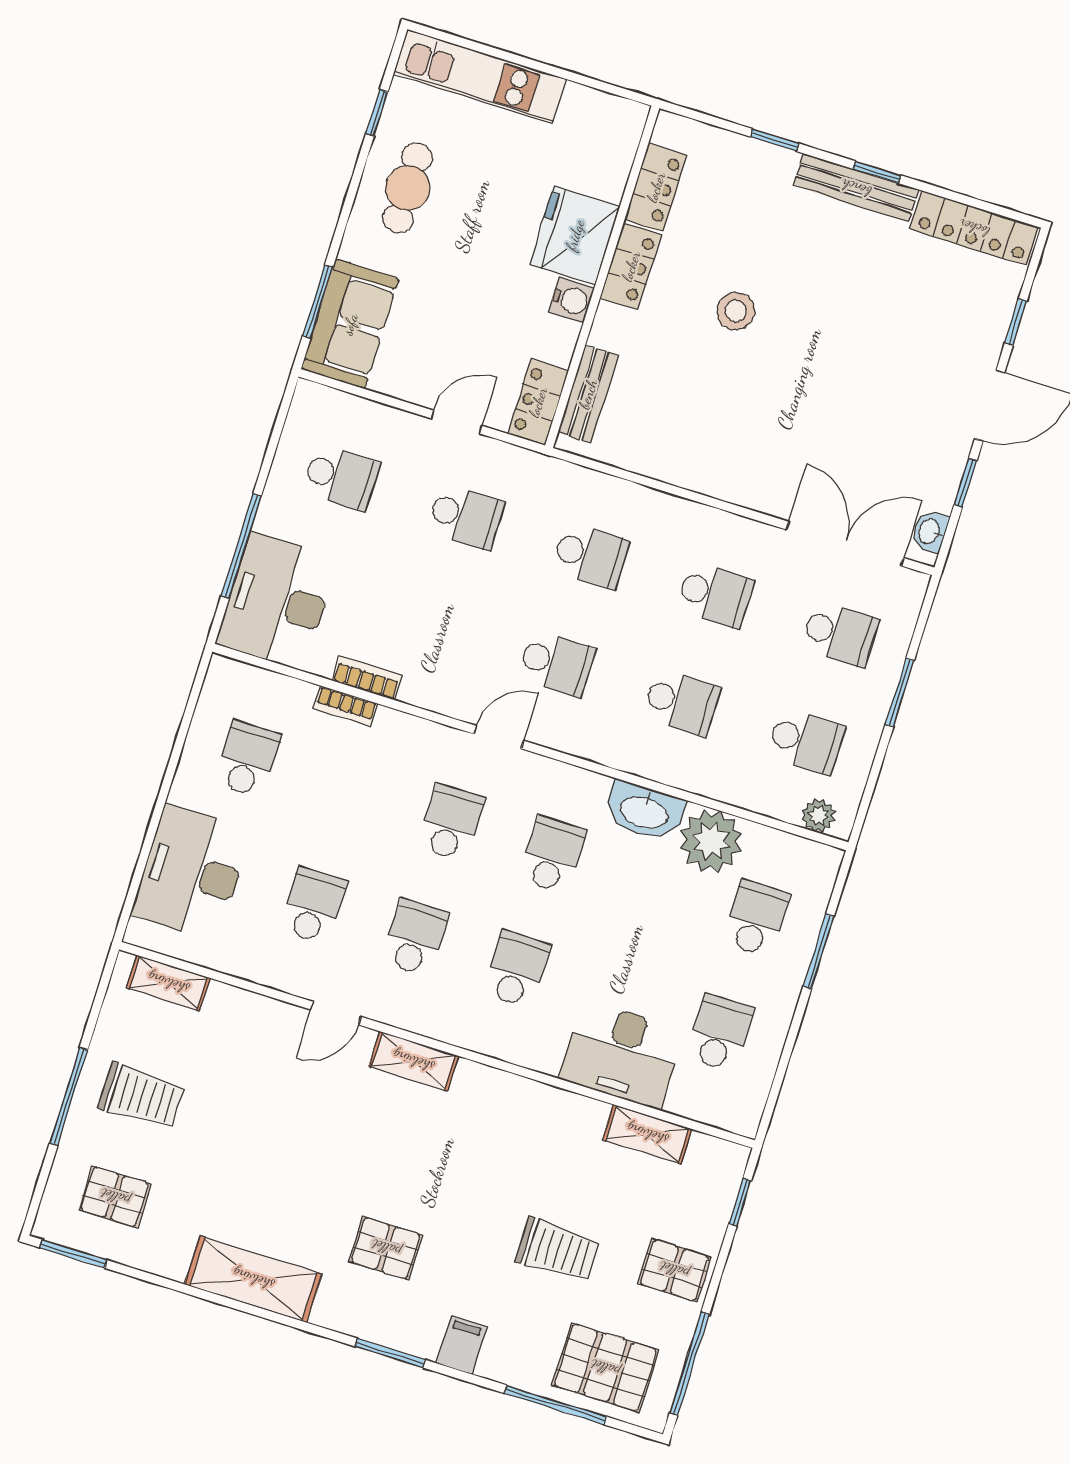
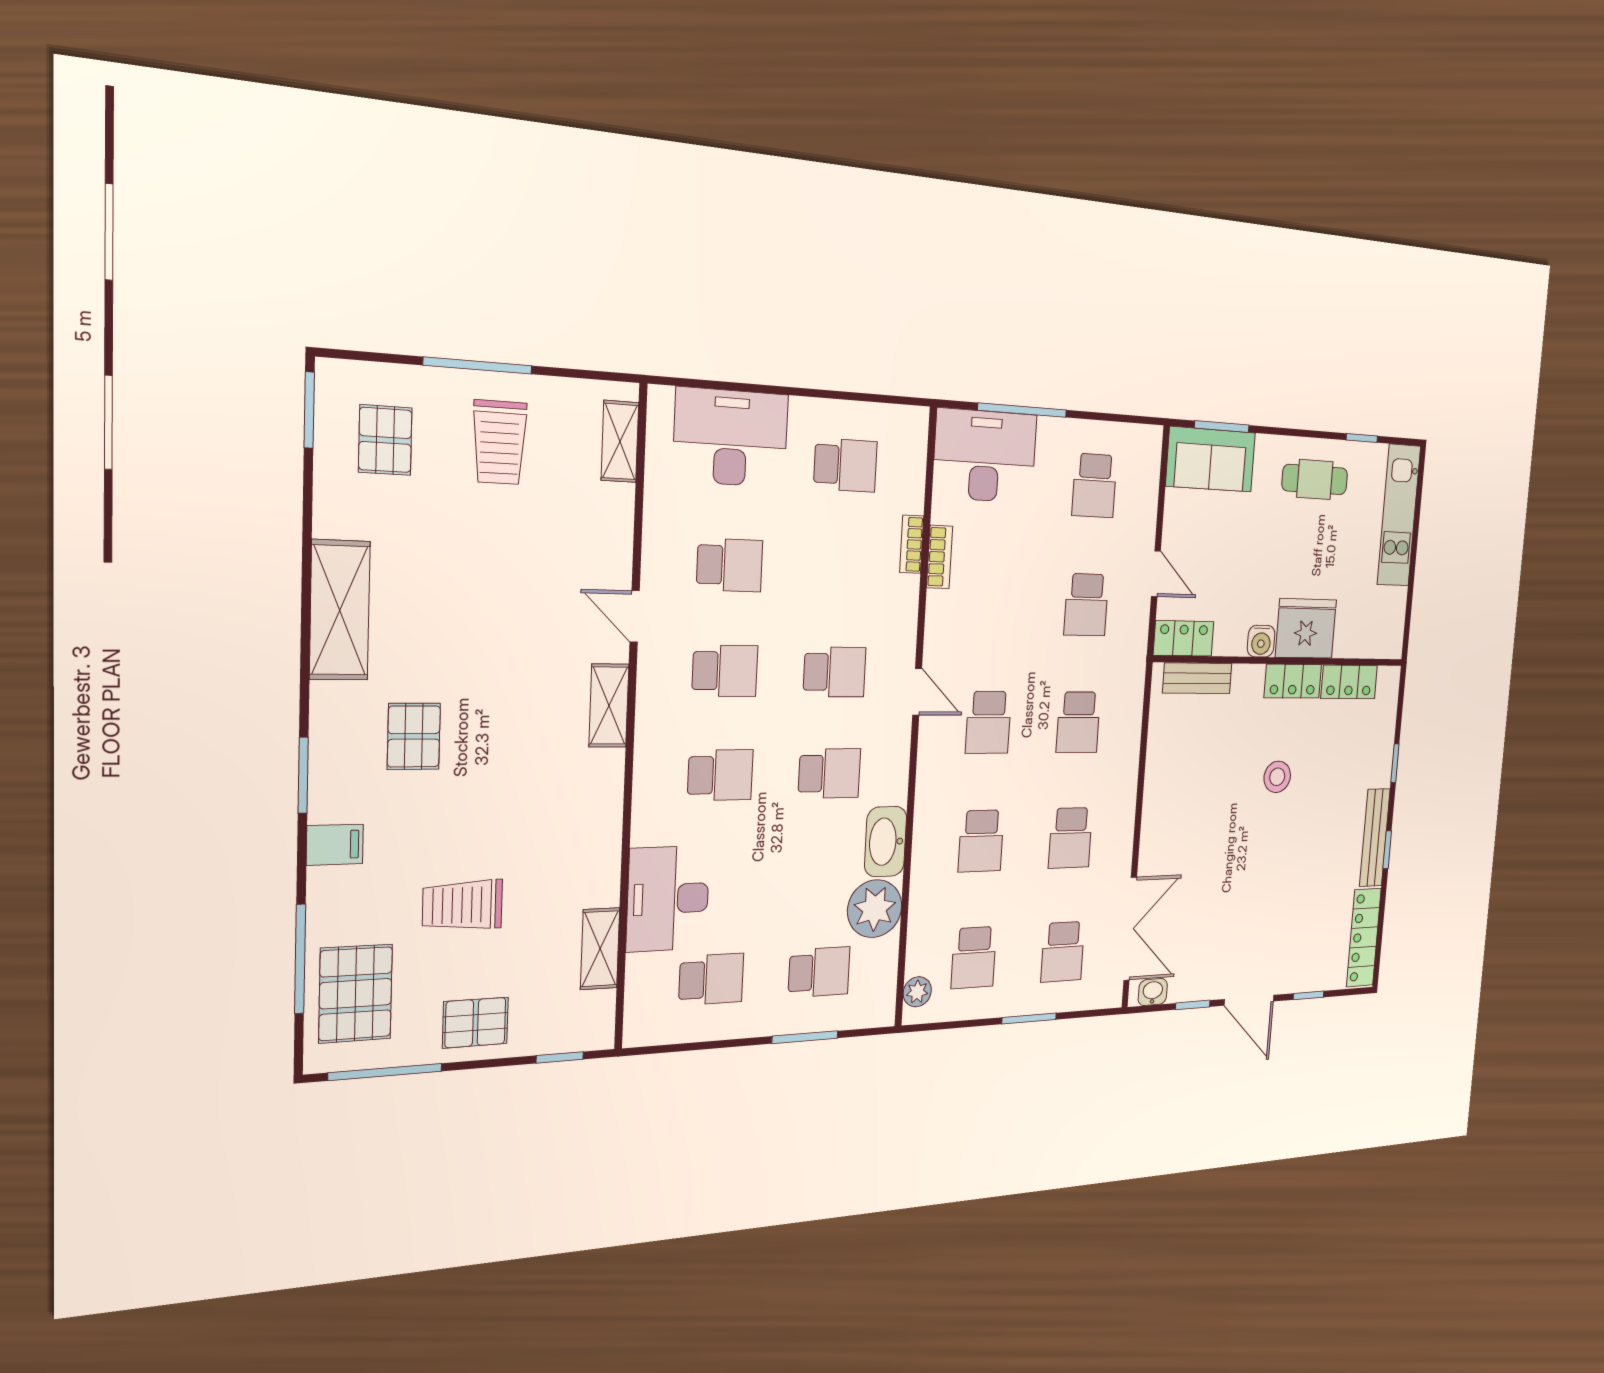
trolley: (558, 1250) -> (463, 905), turned 90
pallet: (674, 1270) -> (475, 1023), turned 90

